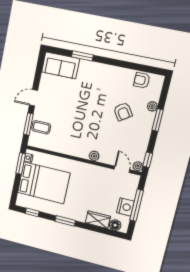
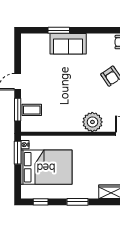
sofa: (61, 65) -> (68, 44), moved
plant: (94, 156) -> (92, 122), width x1.88, depth x1.88

